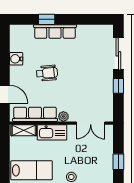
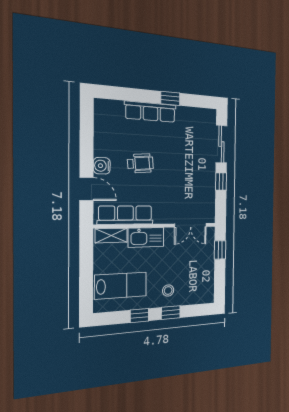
window: (47, 19) -> (170, 98), moved
water cooler: (16, 59) -> (102, 166), moved
plant: (63, 116) -> (160, 218), removed
window: (118, 162) -> (220, 250), moved

